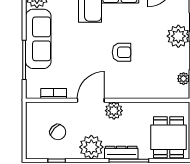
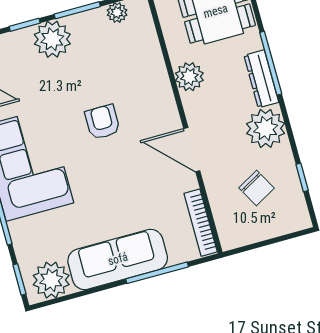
bookcase: (54, 94) -> (201, 223), width x1.56
plant: (114, 111) -> (189, 77), moved
chair: (58, 132) -> (256, 188), turned 108

